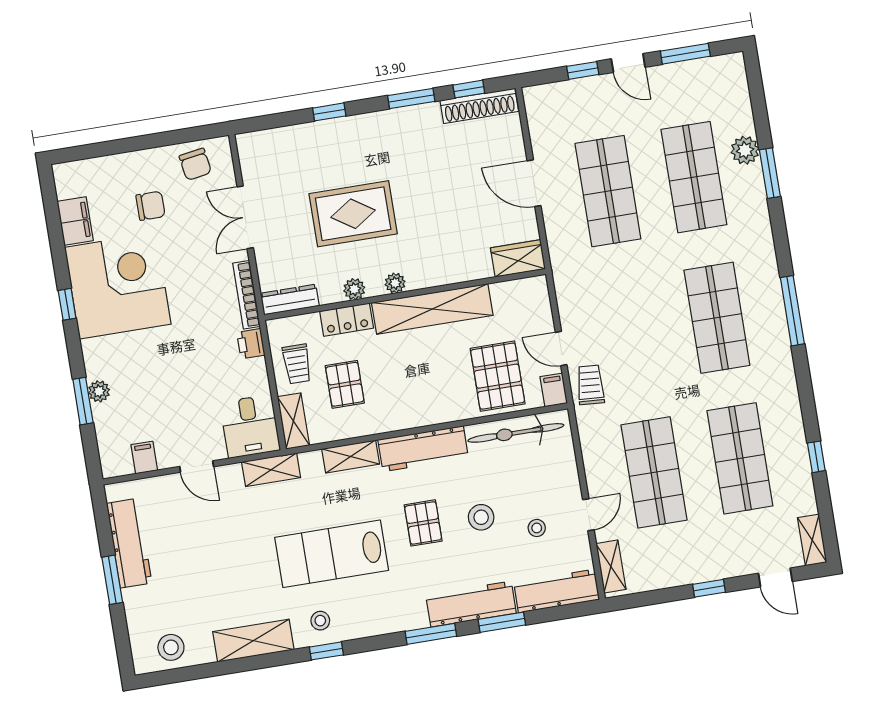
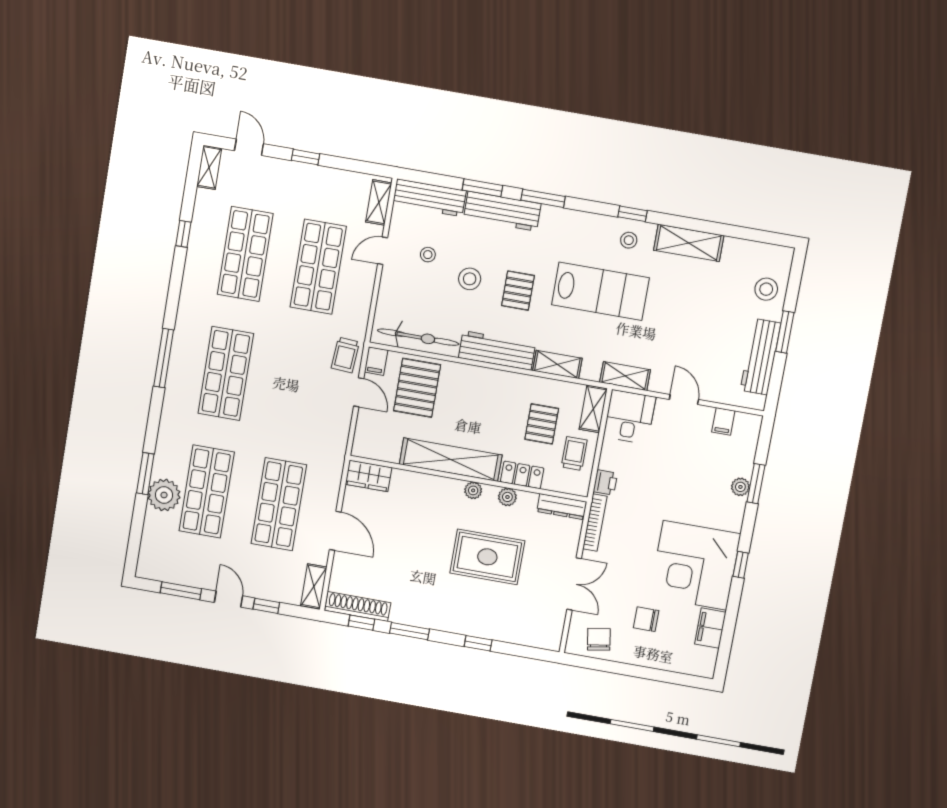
shelving: (537, 111) -> (314, 586), added
plant: (745, 150) -> (164, 495), width x1.36, depth x1.36
stool: (171, 647) -> (766, 289), moved

